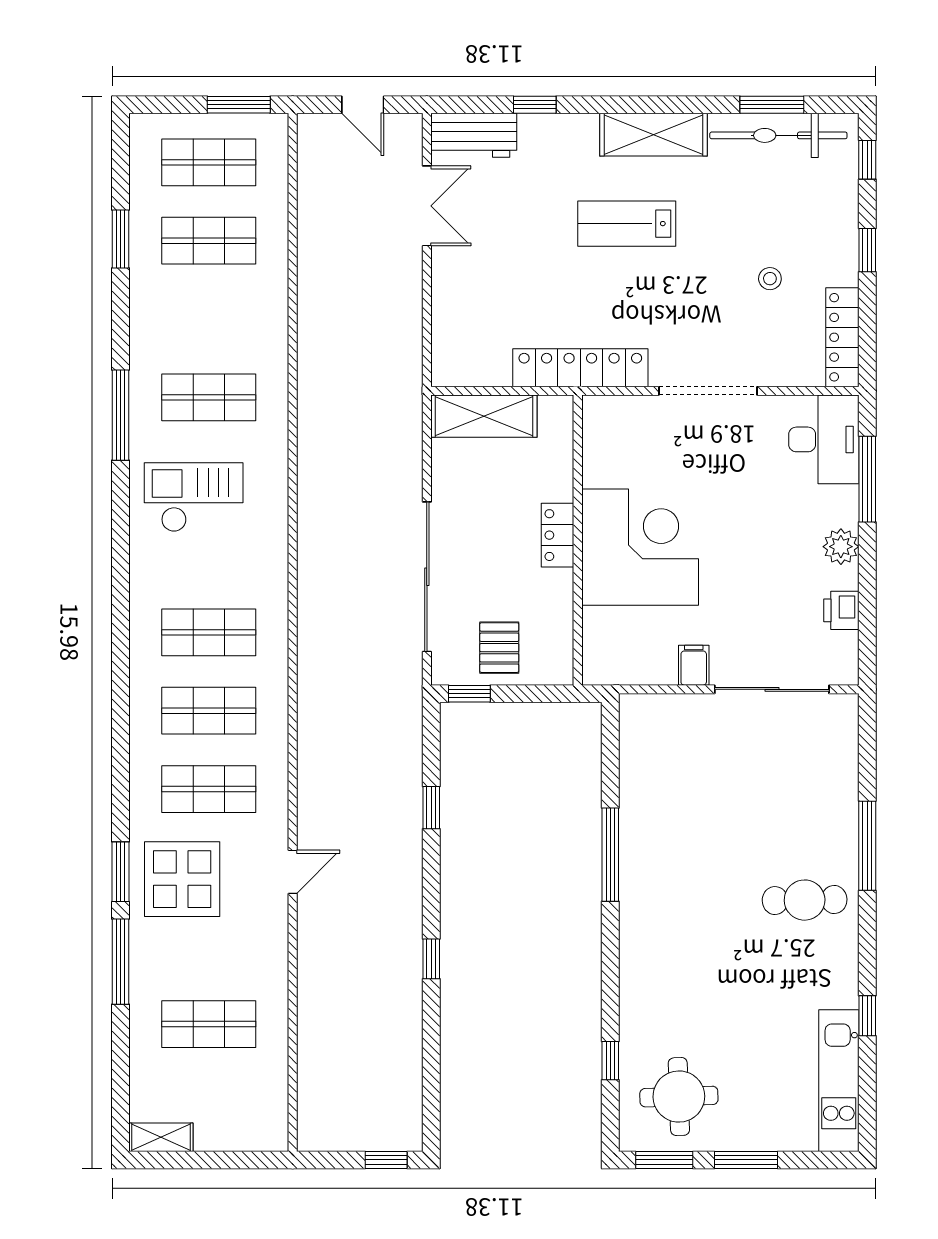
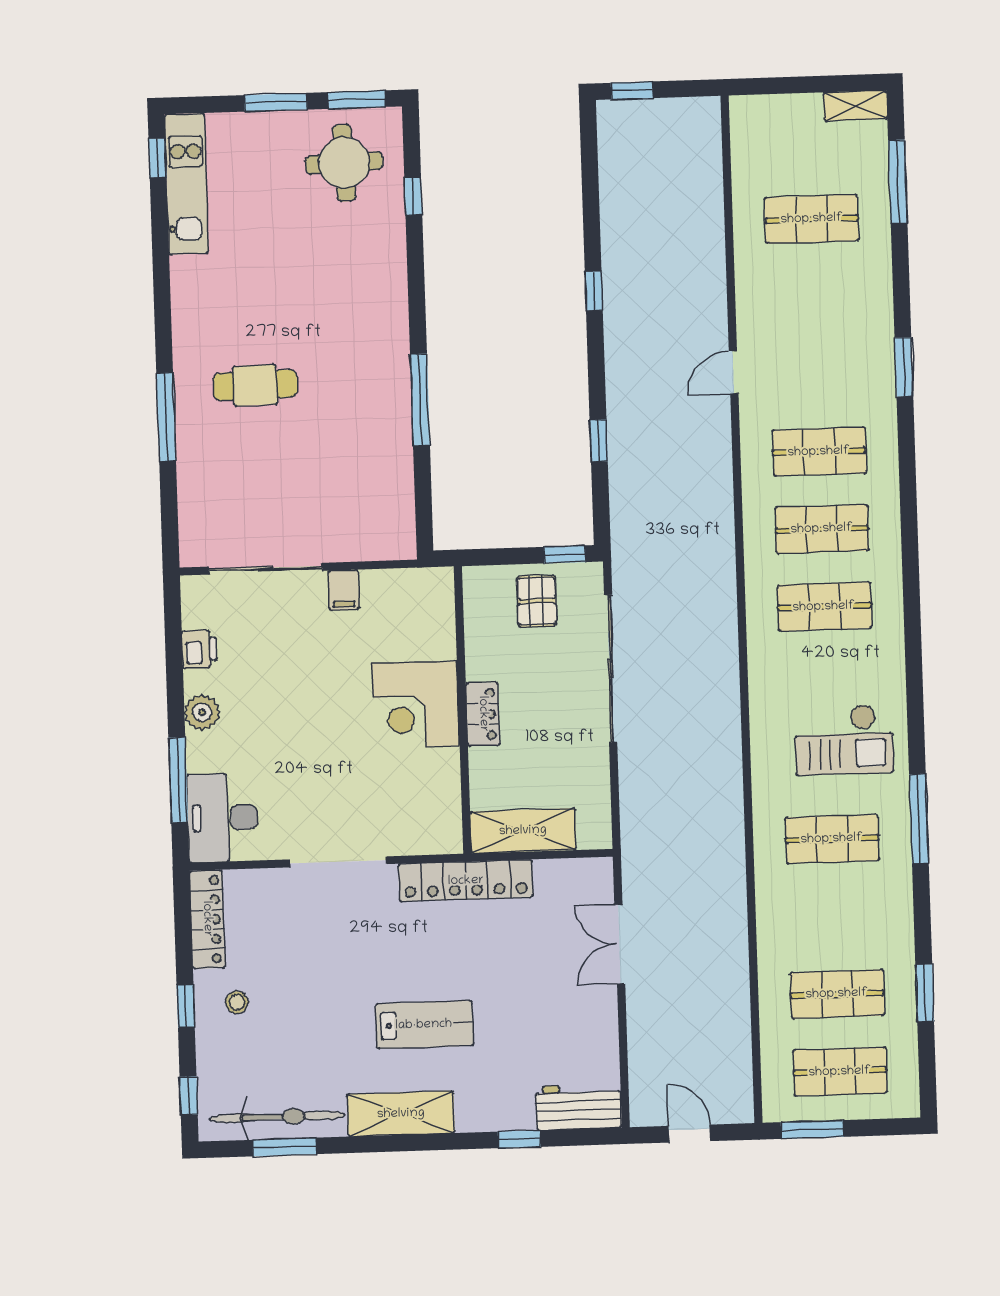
double door: (427, 206) -> (620, 944), moved
stool: (770, 279) -> (237, 1002), moved
shelving: (484, 416) -> (523, 831), moved
corner desk: (640, 547) -> (416, 705), width x0.74, depth x0.74
display table: (182, 879) -> (843, 362), removed
cafe table: (805, 900) -> (255, 385), moved
window: (121, 962) -> (898, 182), moved
window: (867, 1016) -> (158, 158), moved

